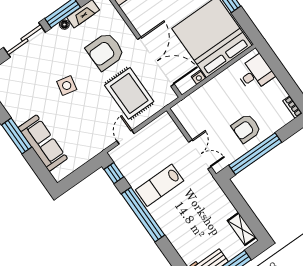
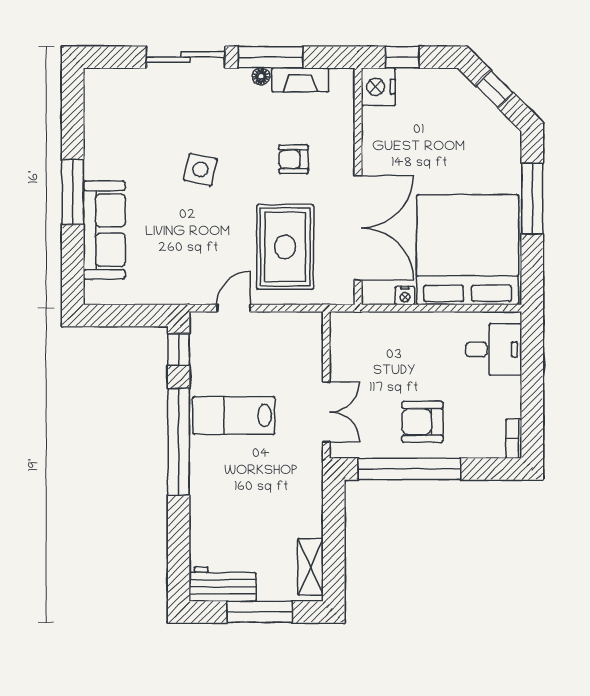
armchair: (105, 51) -> (294, 159), width x0.53, depth x0.53

